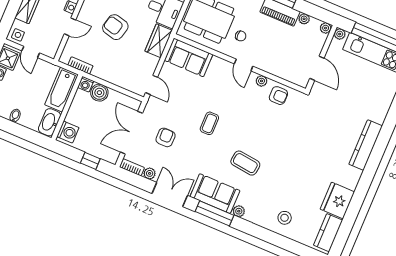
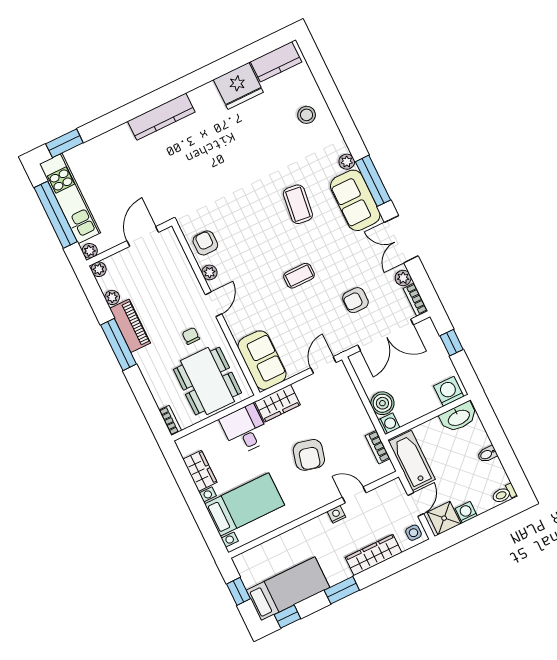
bathtub: (61, 90) -> (412, 460), moved, turned -90

